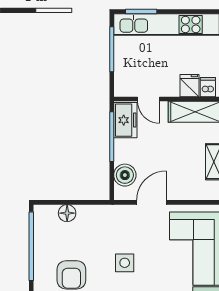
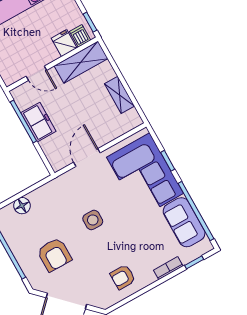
freezer: (125, 120) -> (38, 122), moved
boiler: (125, 175) -> (52, 147), removed

